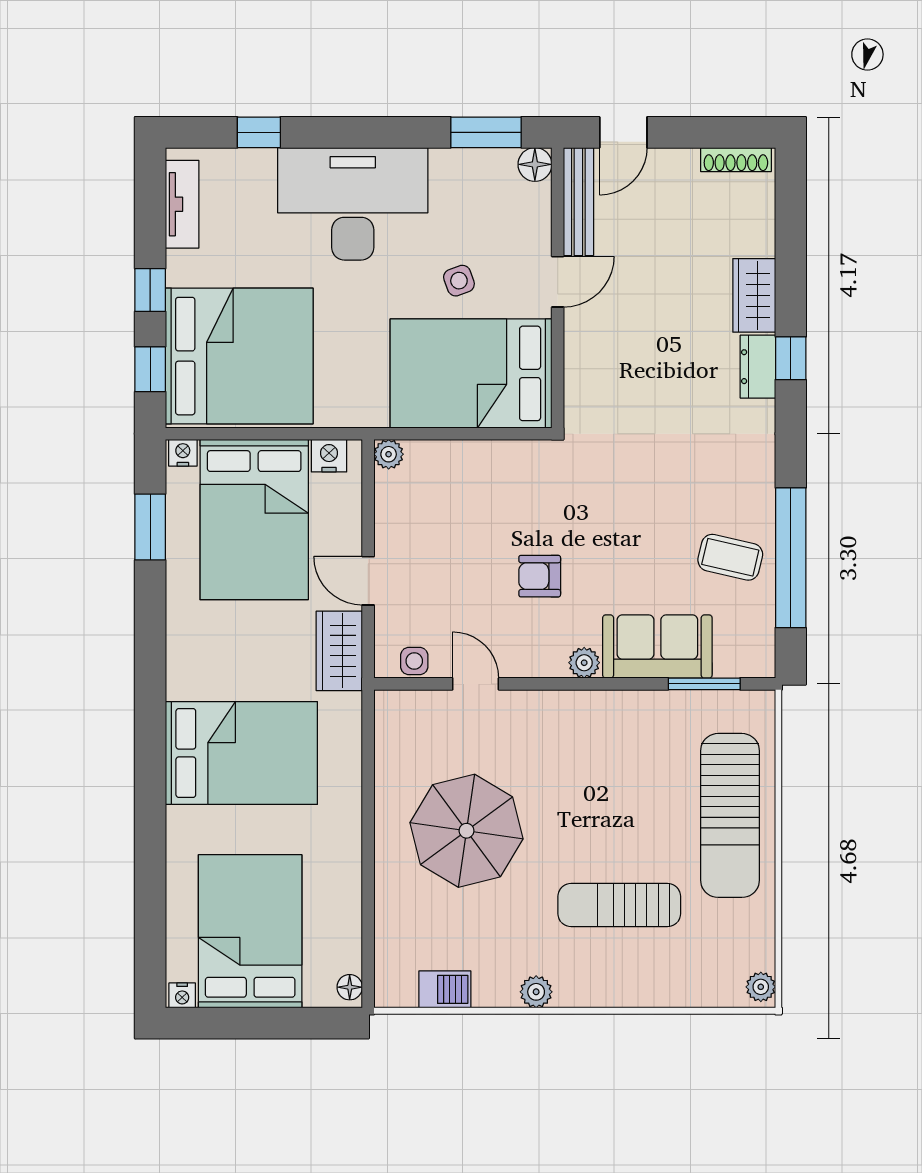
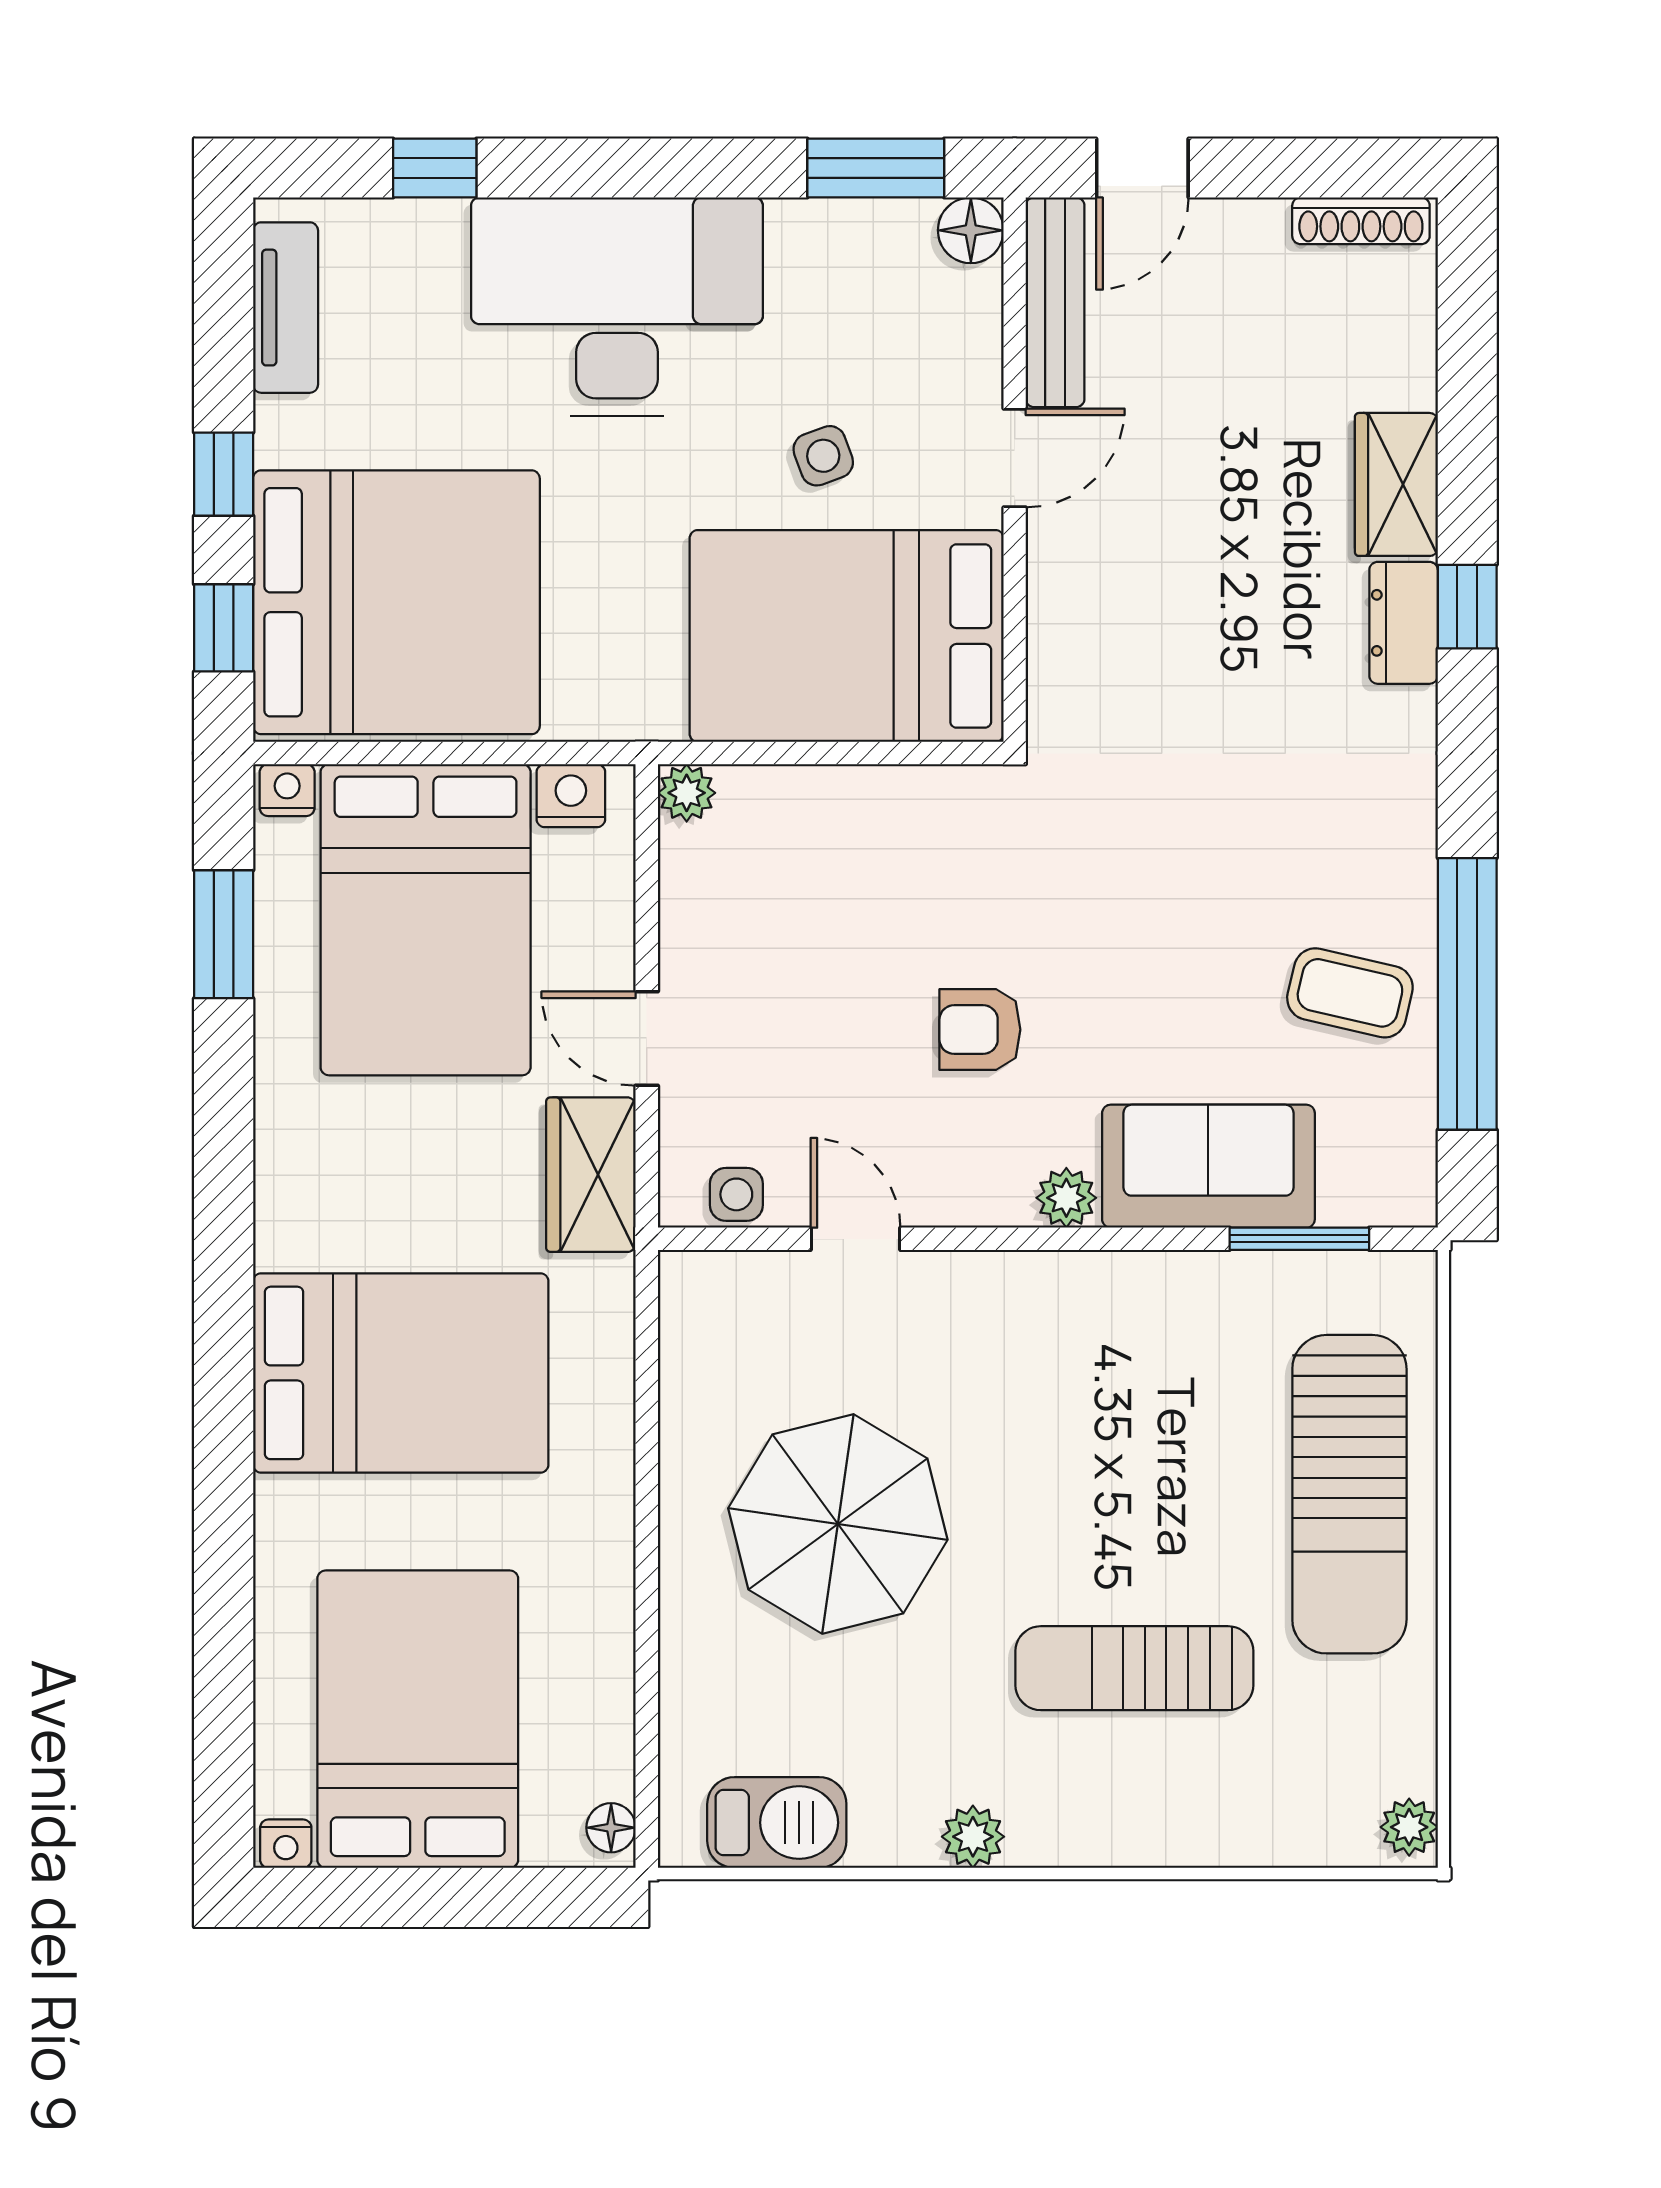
barbecue: (445, 989) -> (777, 1823), width x1.38, depth x1.27

